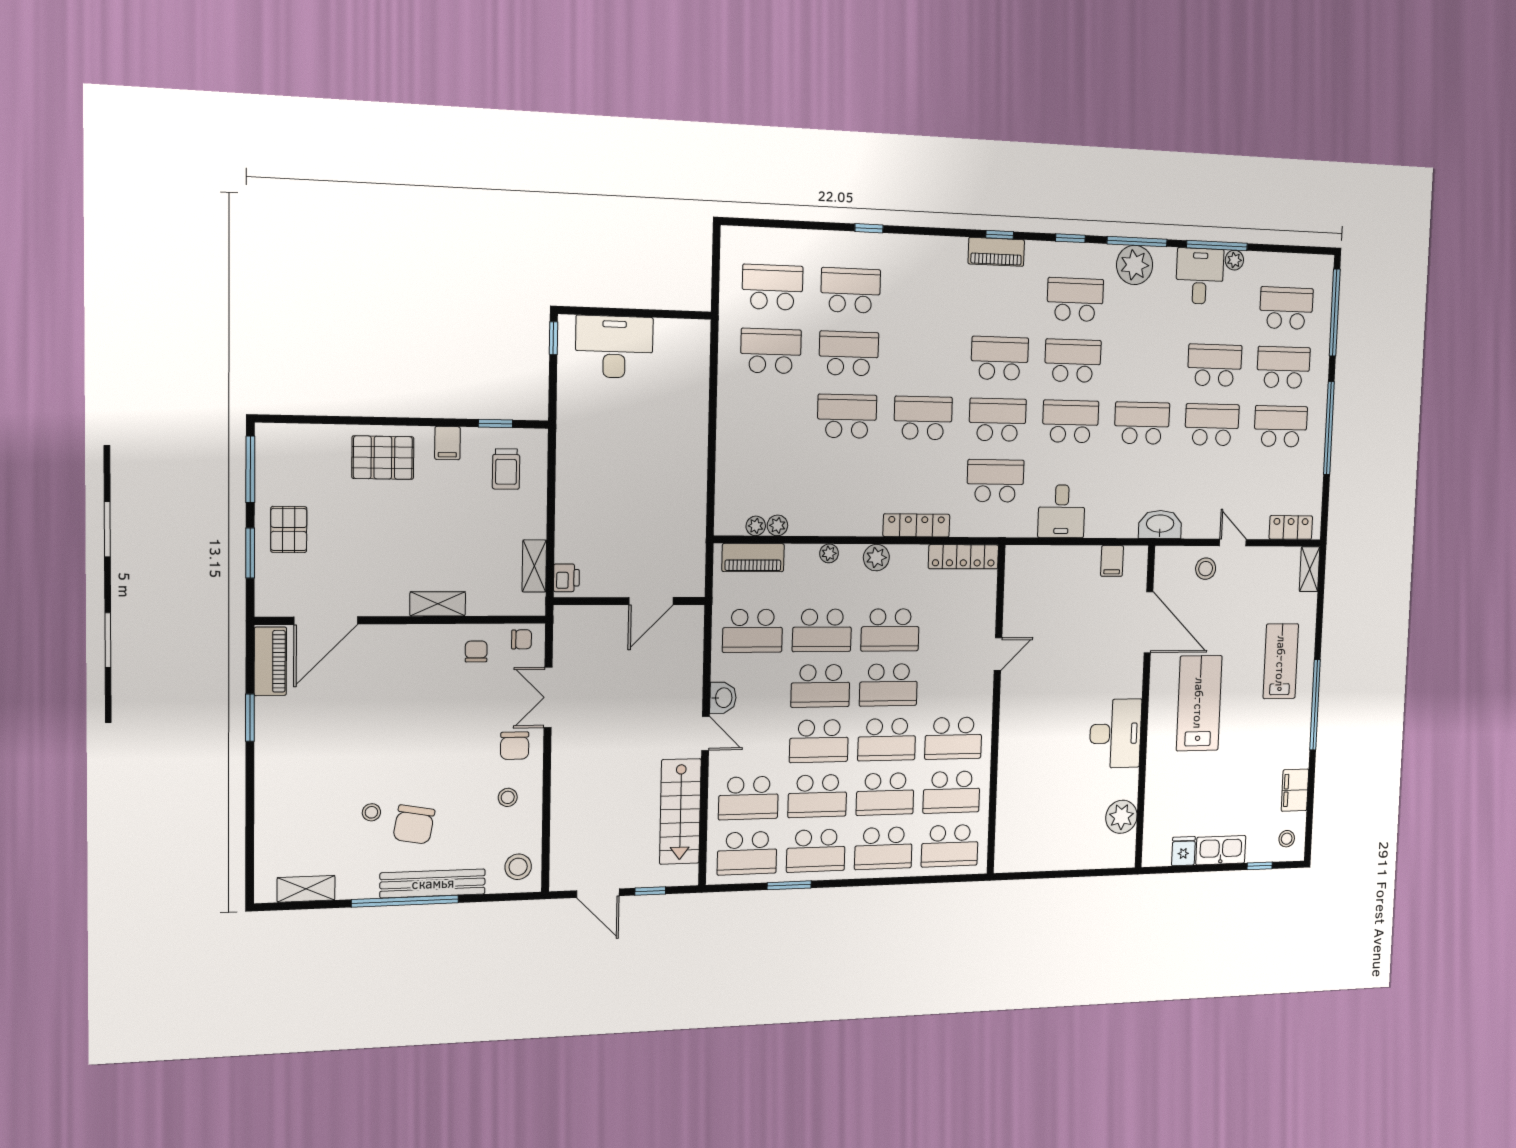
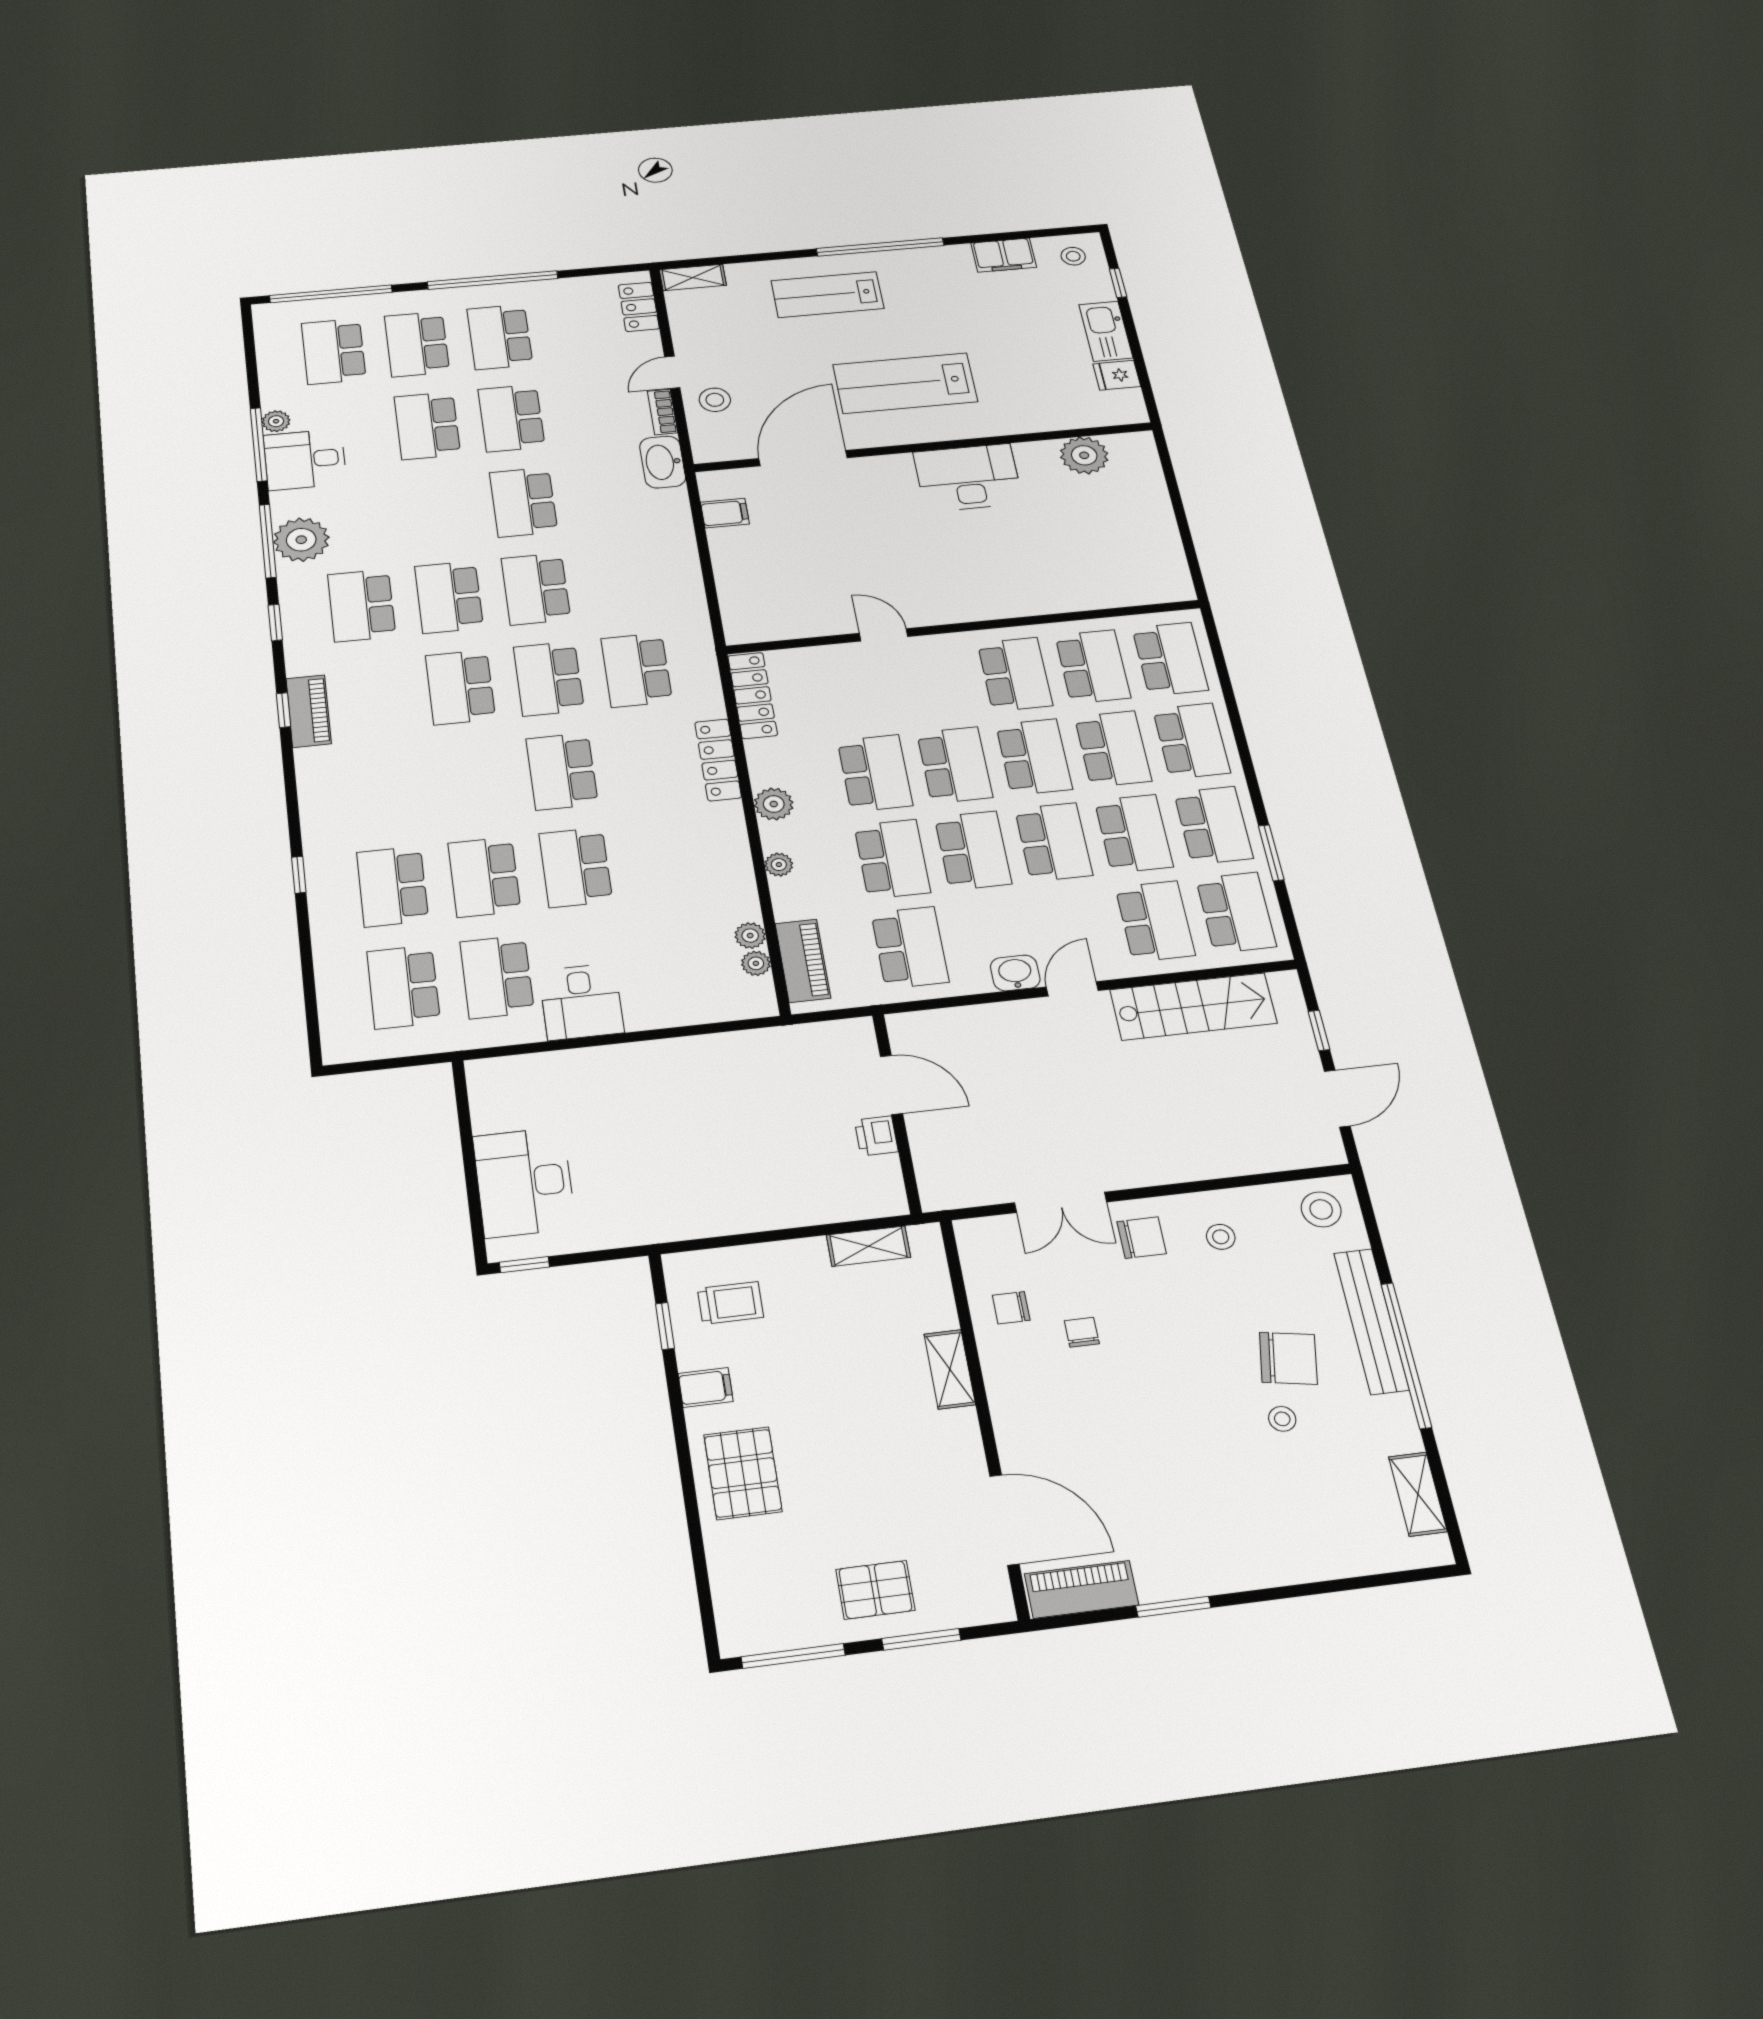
desk: (1062, 511) -> (581, 1002), moved, turned 90
bookcase: (1201, 531) -> (662, 412), added
printer: (566, 578) -> (876, 1136), moved, turned -90
chair: (522, 639) -> (1082, 1332), moved

